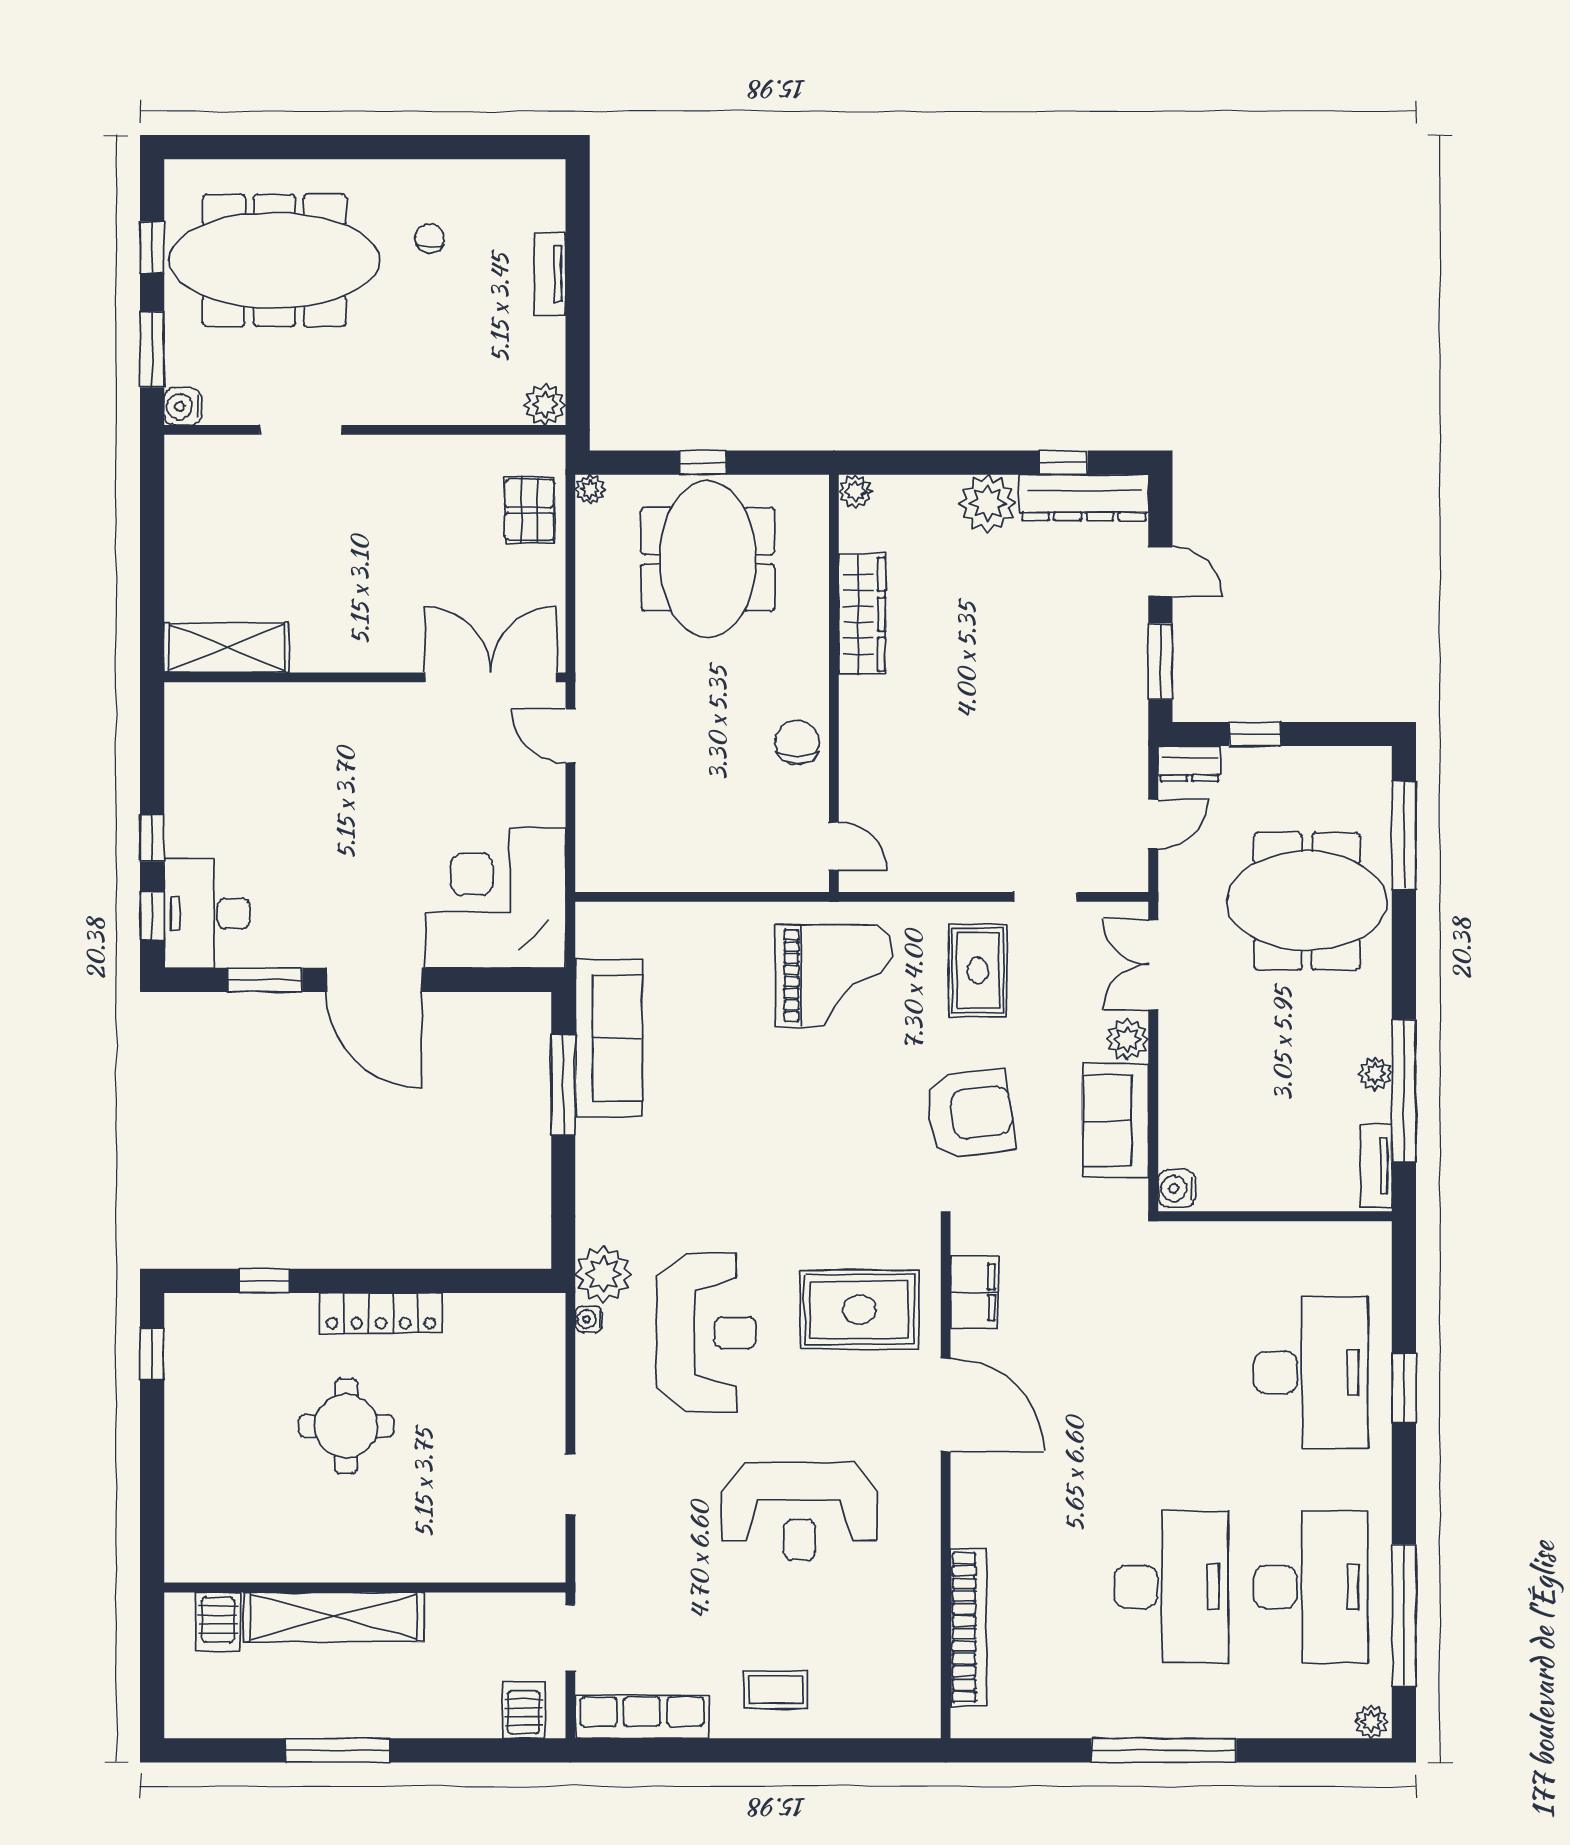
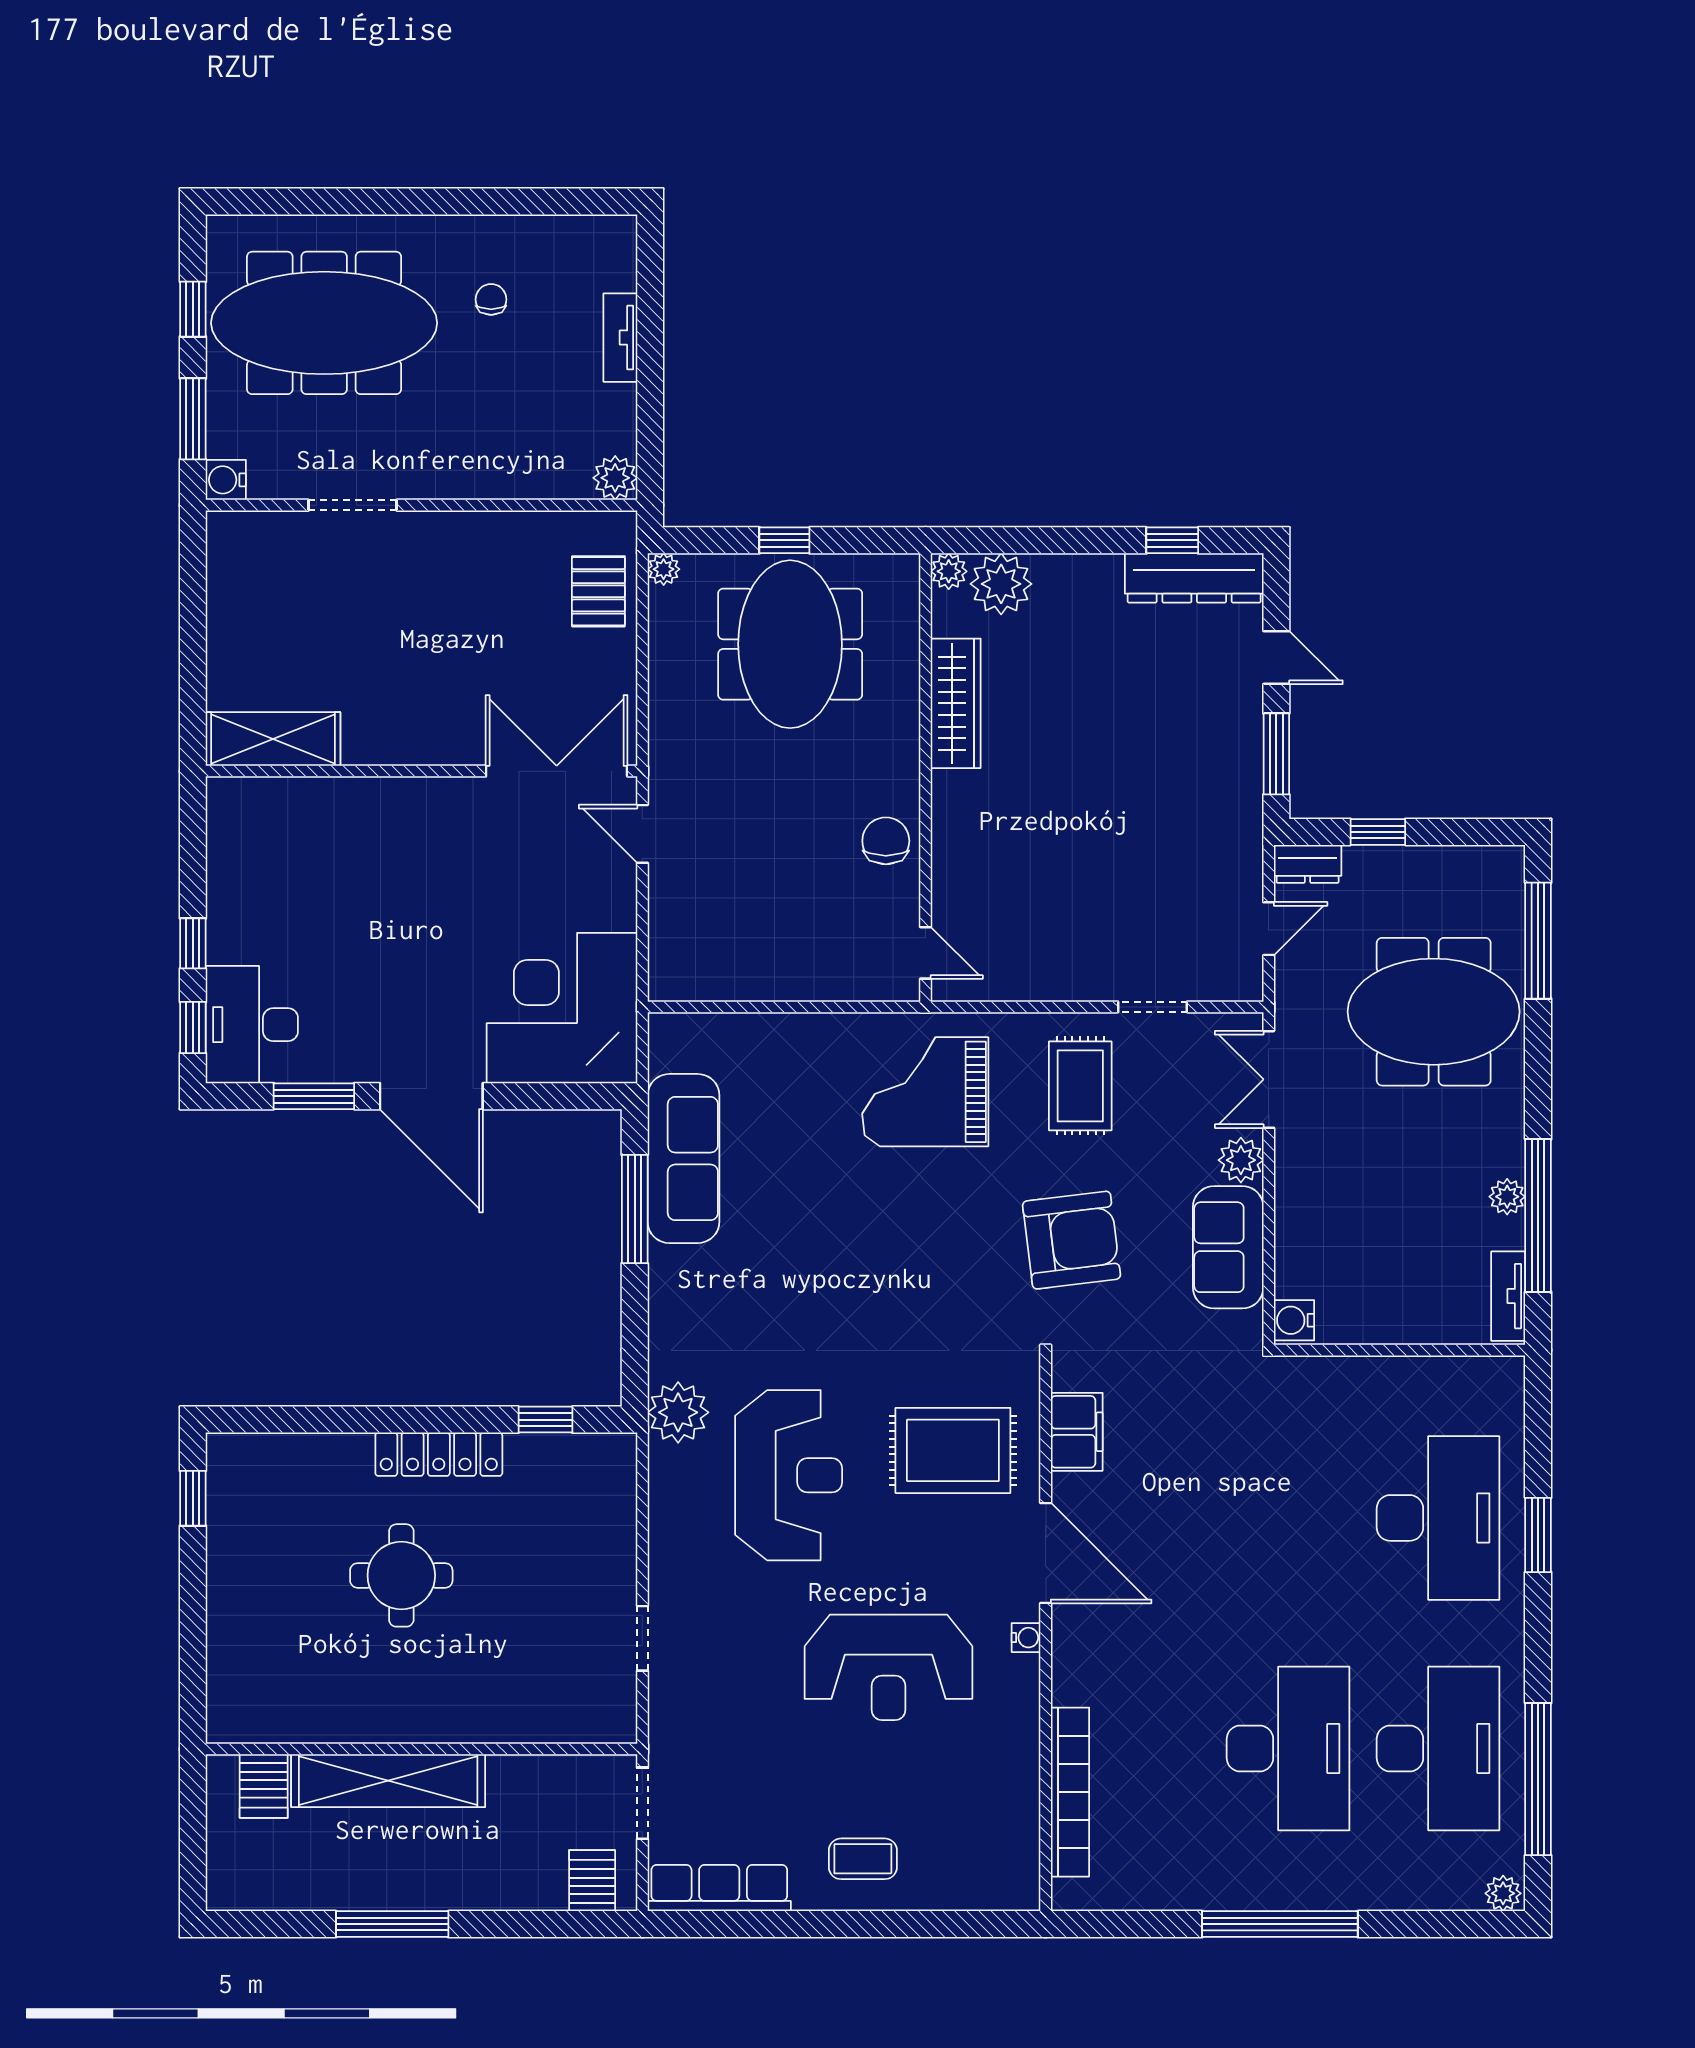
plant: (988, 503) -> (1001, 584), moved
grand piano: (834, 976) -> (925, 1092), turned 180
window: (264, 1281) -> (545, 1420), moved
water cooler: (589, 1319) -> (1026, 1638), moved, turned 180

